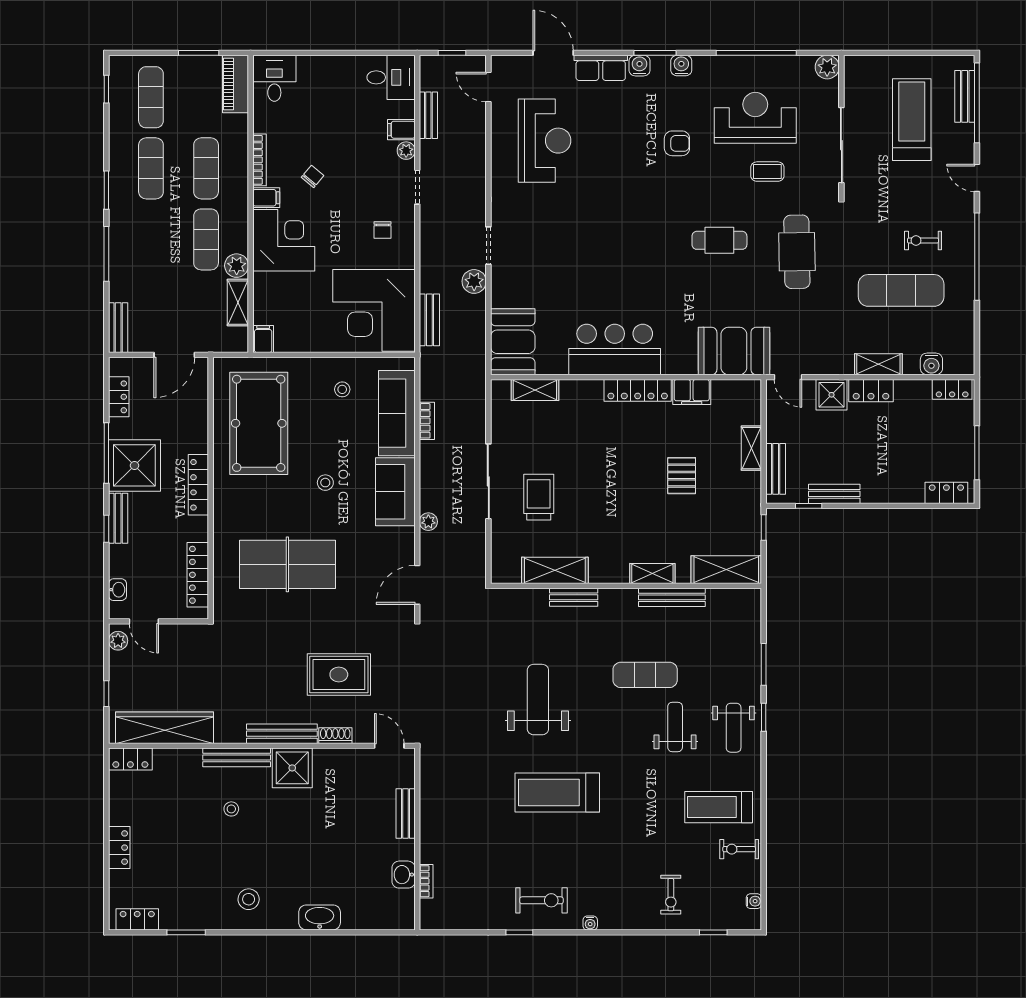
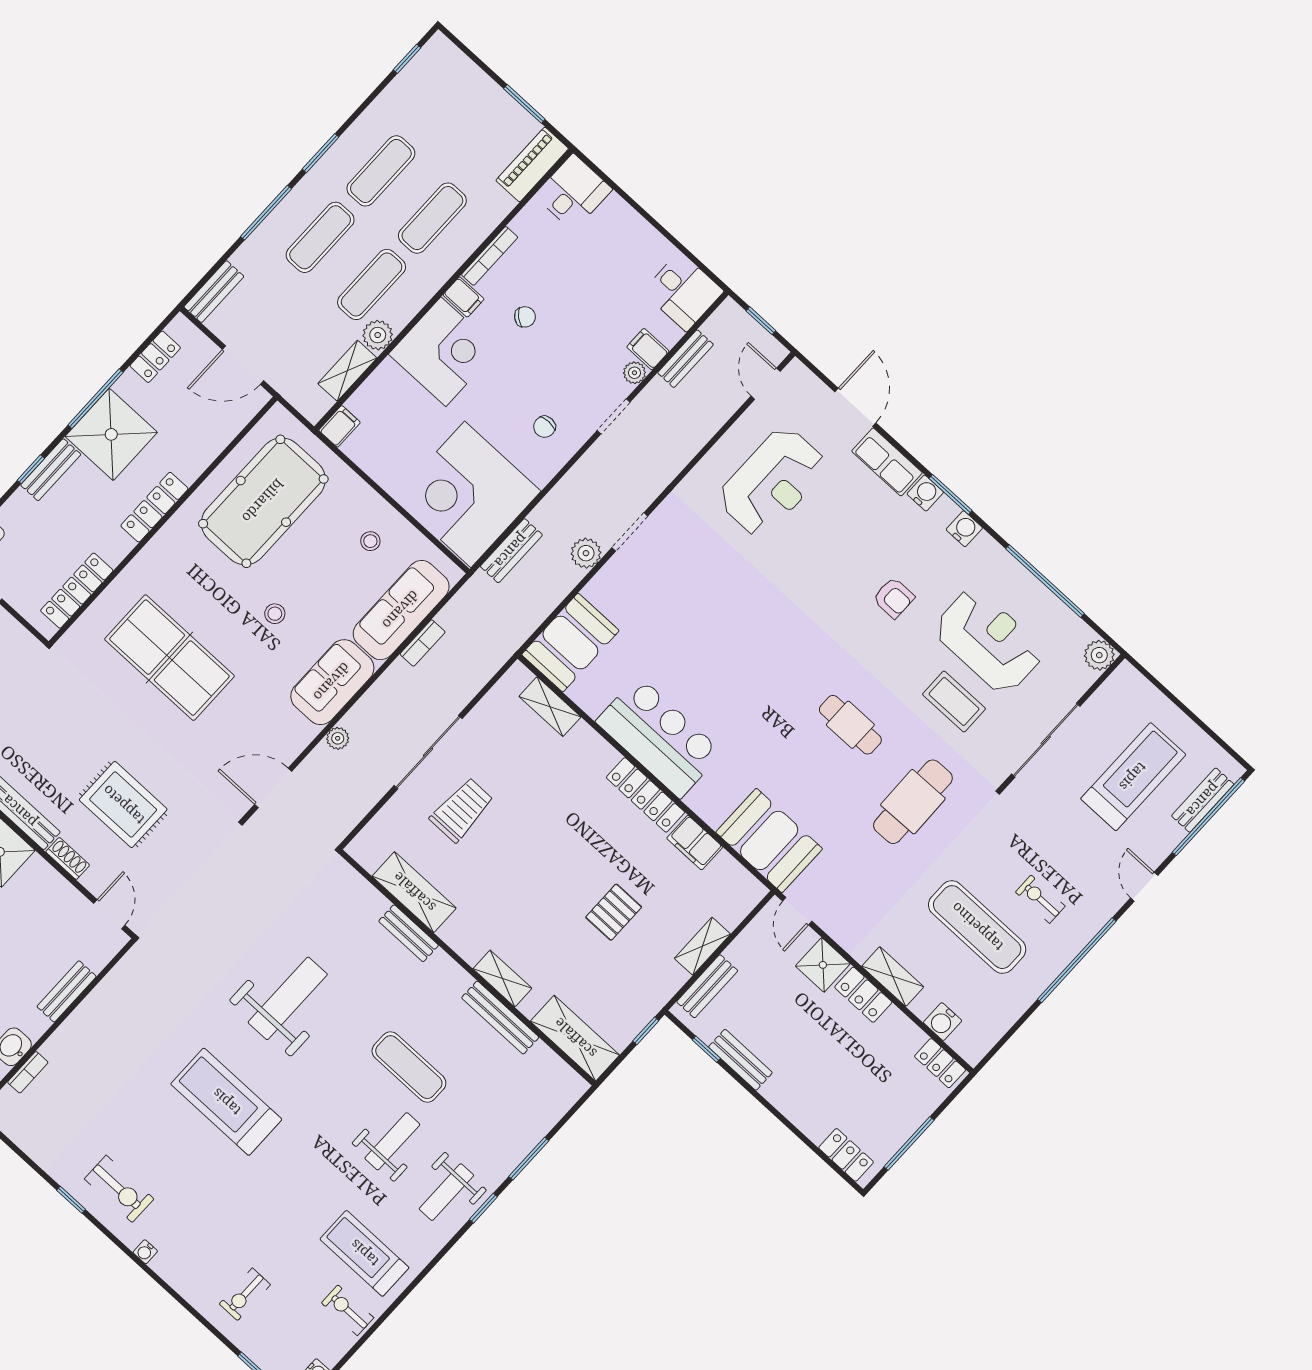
exercise mat: (151, 97) -> (320, 237), moved
coffee table: (767, 172) -> (954, 702), width x1.36, depth x1.30

